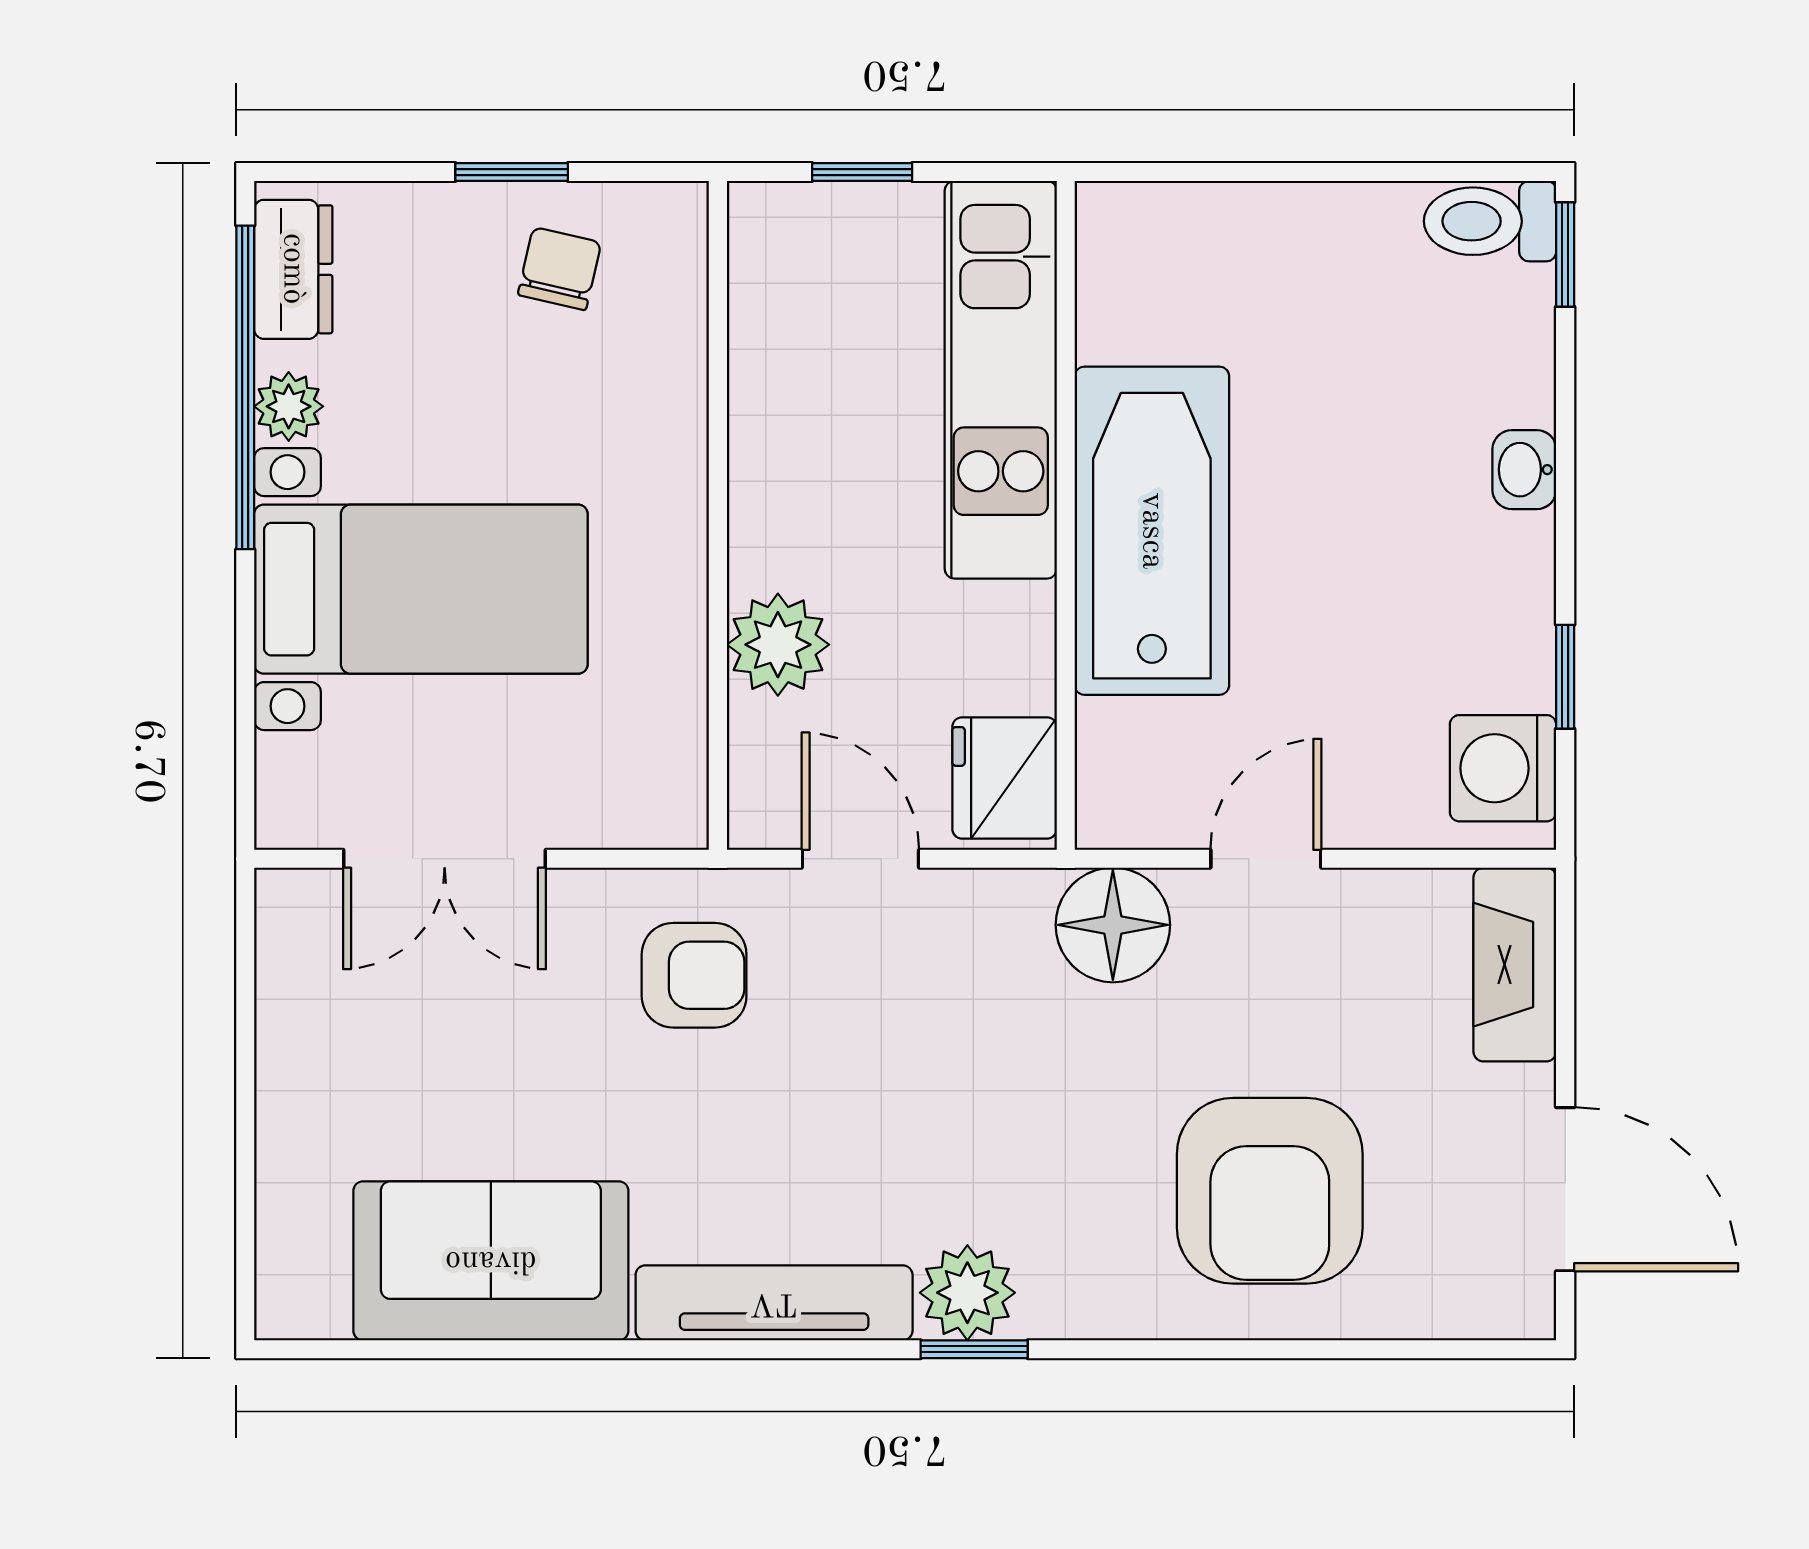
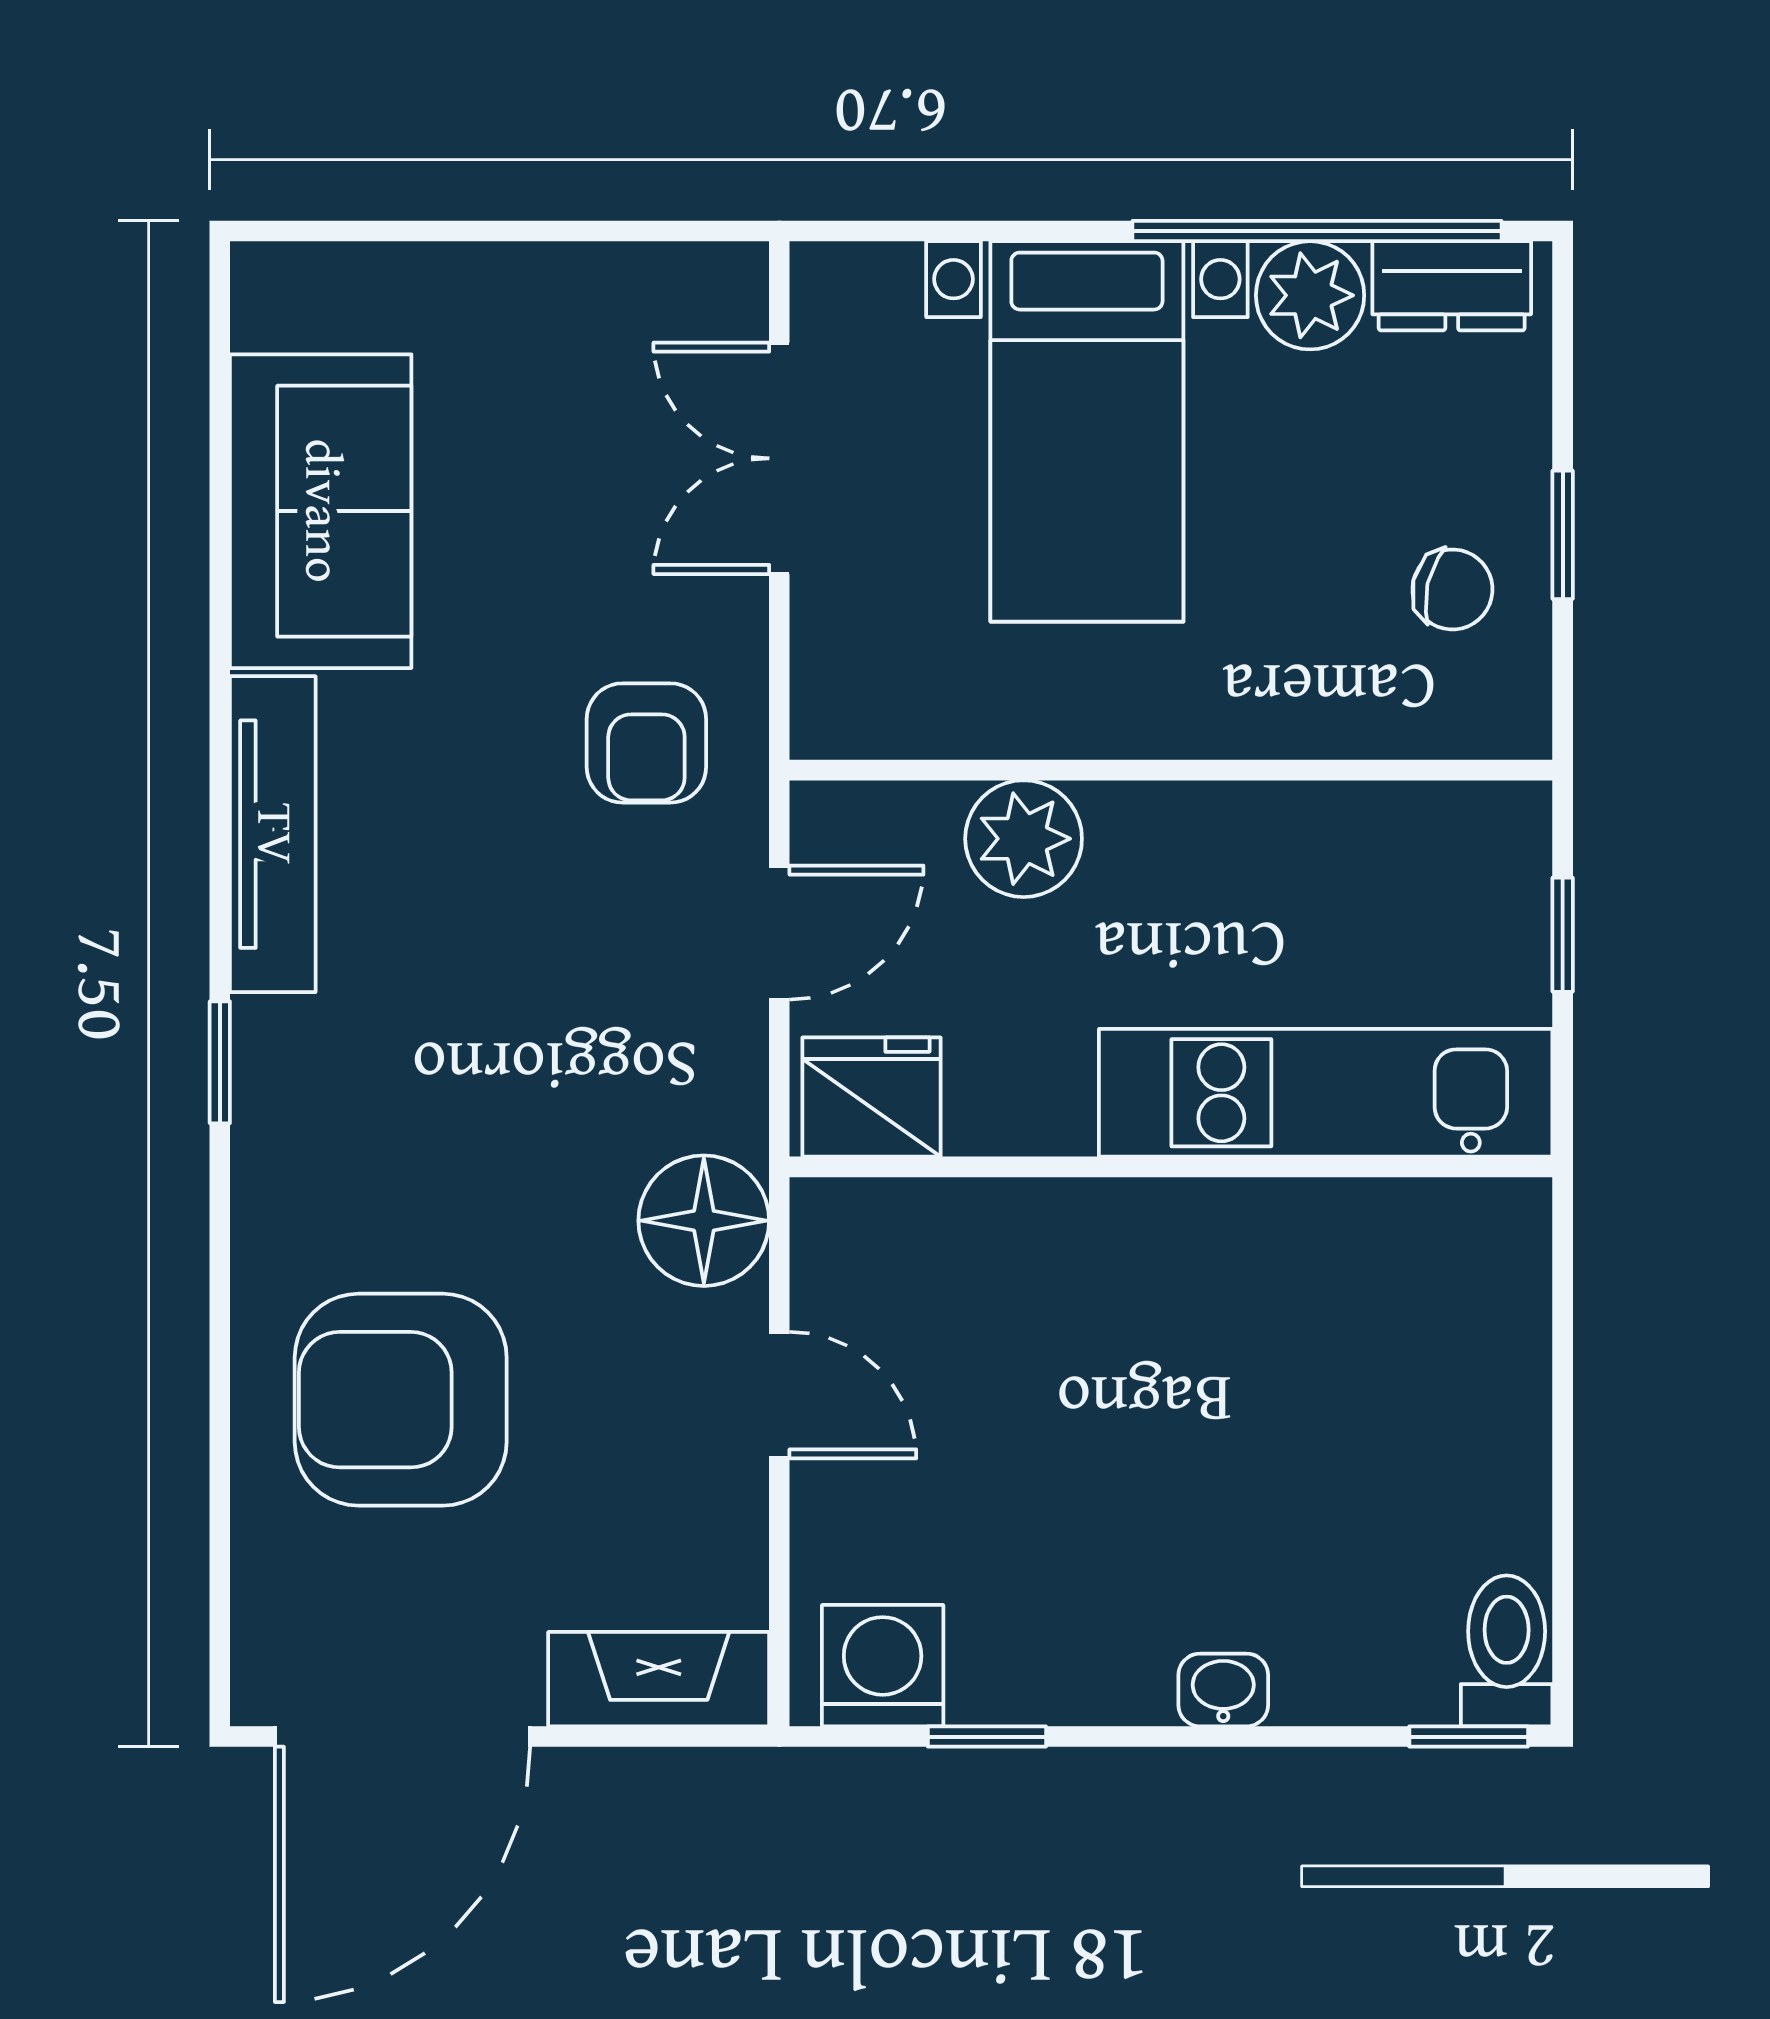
plant: (289, 406) -> (1310, 295), width x1.38, depth x1.38
bathtub: (1152, 531) -> (1153, 1265), removed
door: (1565, 1189) -> (402, 1737), width x1.36
plant: (967, 1293) -> (284, 1055), removed

